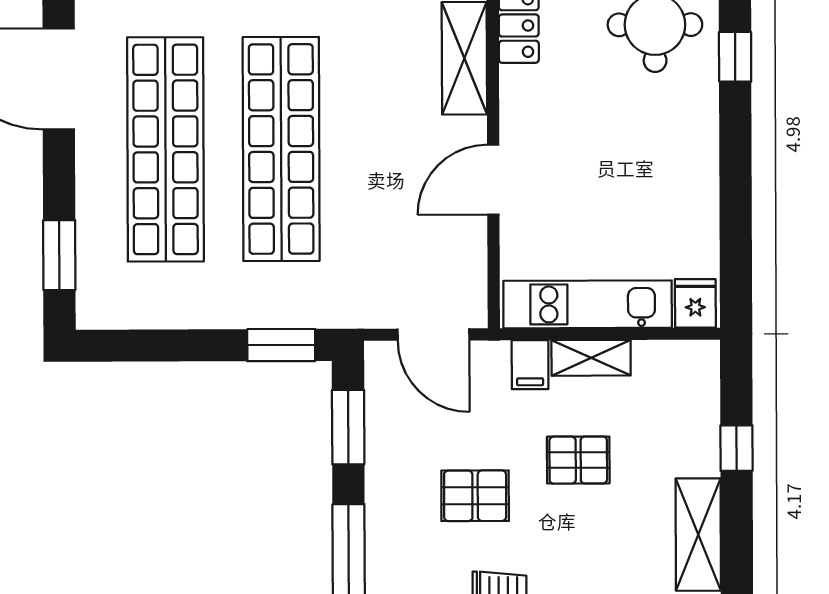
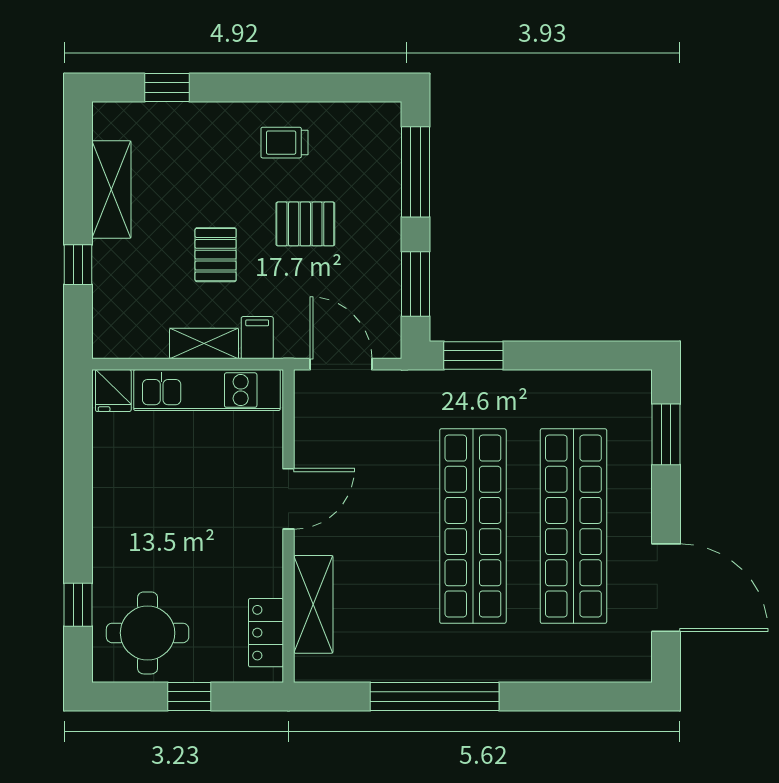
pallet: (578, 460) -> (216, 255), turned 90

